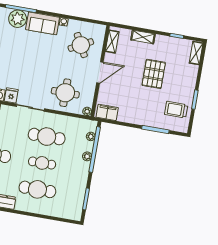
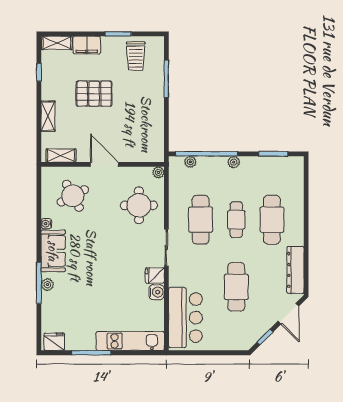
plant: (18, 19) -> (47, 285), width x0.53, depth x0.53
filing cabinet: (107, 112) -> (87, 45), moved, turned -90
plant: (87, 156) -> (234, 162), moved

